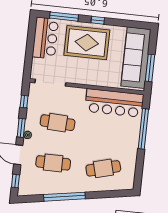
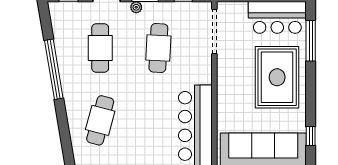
window: (98, 20) -> (311, 136), moved
cafe table: (103, 168) -> (100, 120), turned 30

